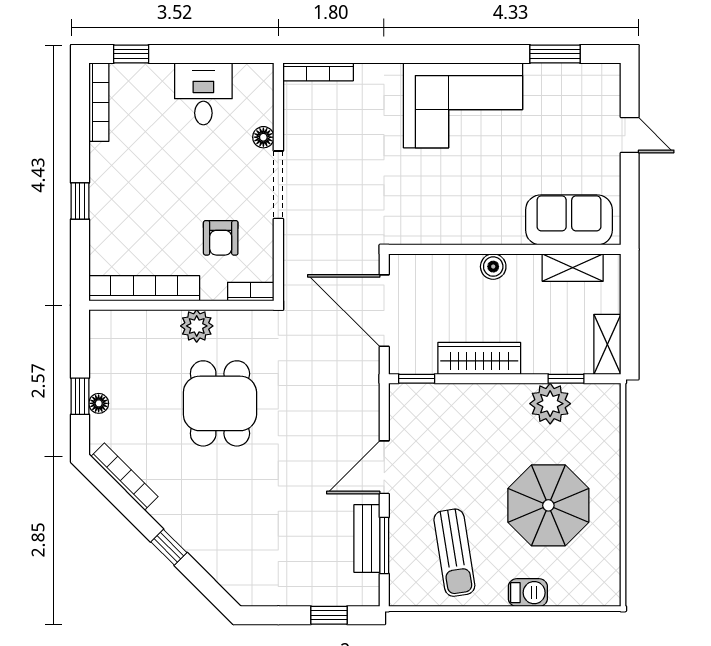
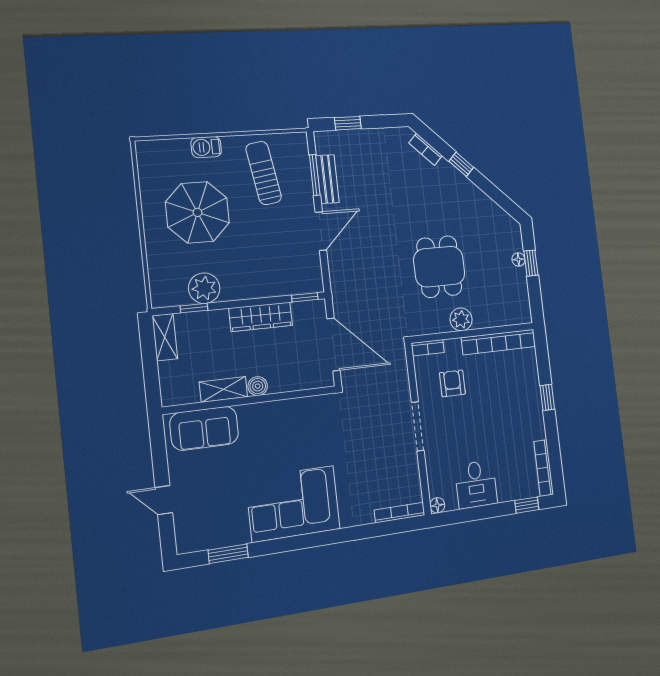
floor lamp: (263, 137) -> (437, 505), moved
shelving: (573, 268) -> (223, 389), moved
bookcase: (124, 477) -> (425, 149), moved, width x0.64

